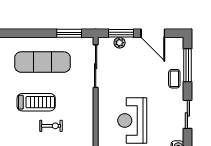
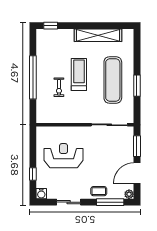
window: (69, 33) -> (137, 86), moved
plant: (120, 43) -> (129, 194), moved
treadmill: (36, 102) -> (79, 75), turned 180

